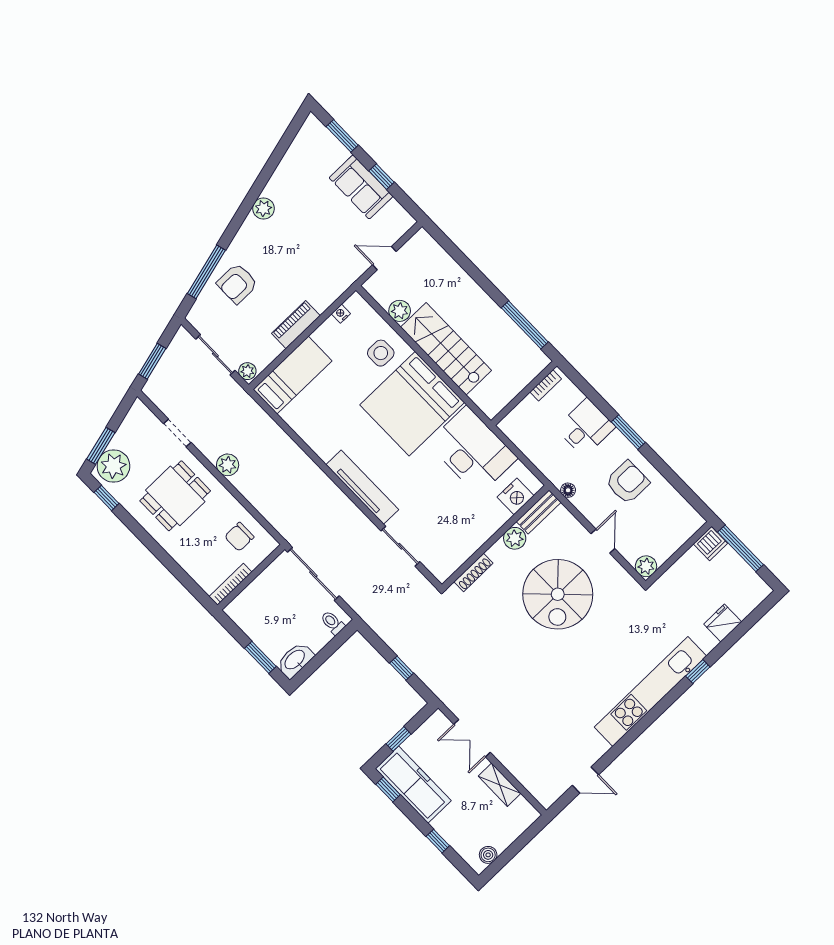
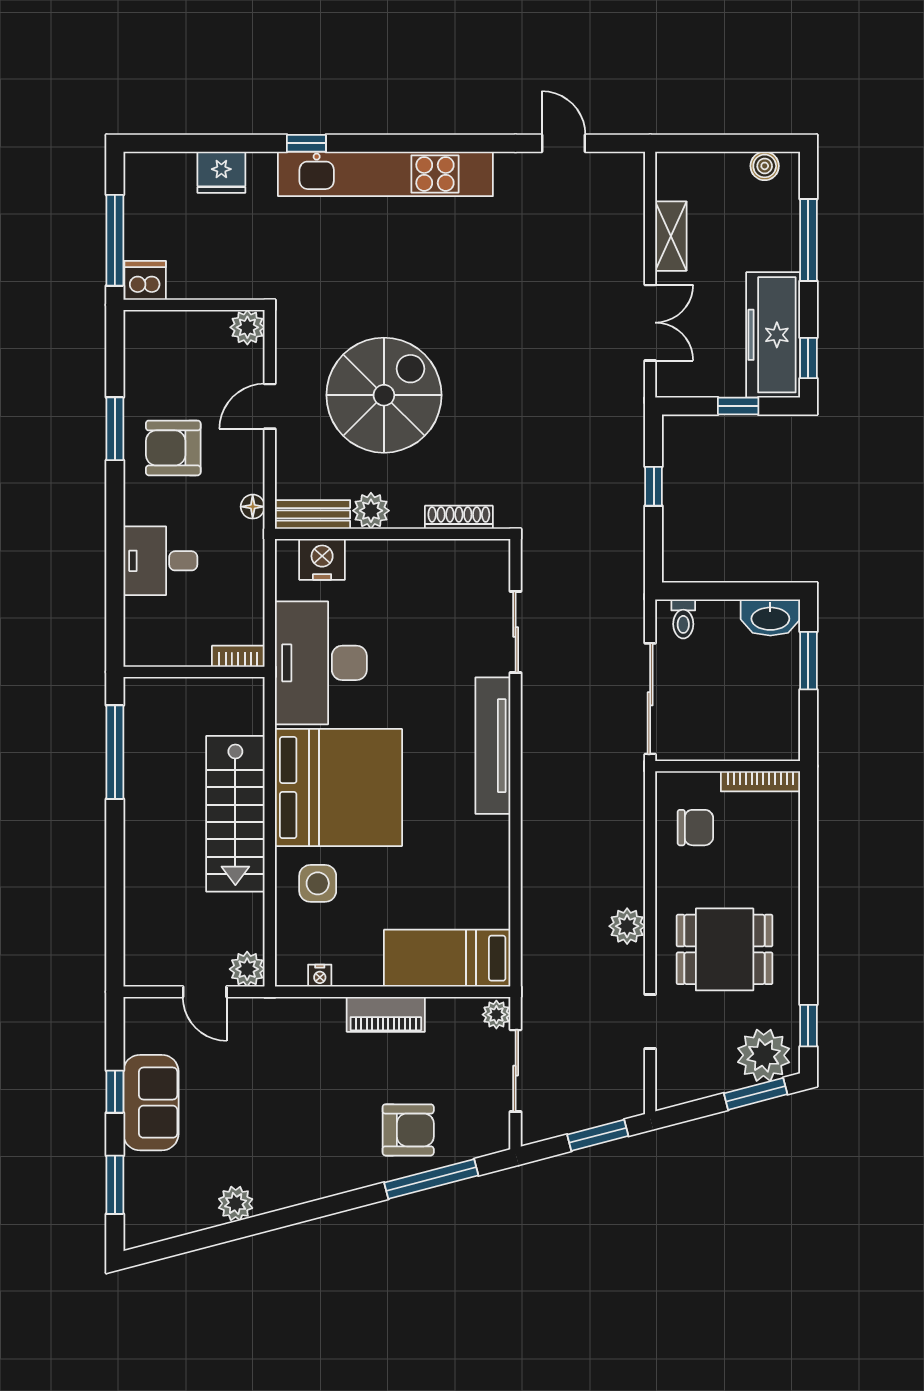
plant: (263, 209) -> (236, 1203), moved
plant: (400, 311) -> (247, 969), moved
bookcase: (546, 385) -> (238, 656), moved
window: (628, 432) -> (115, 429), moved
window: (438, 841) -> (808, 240), width x2.17

